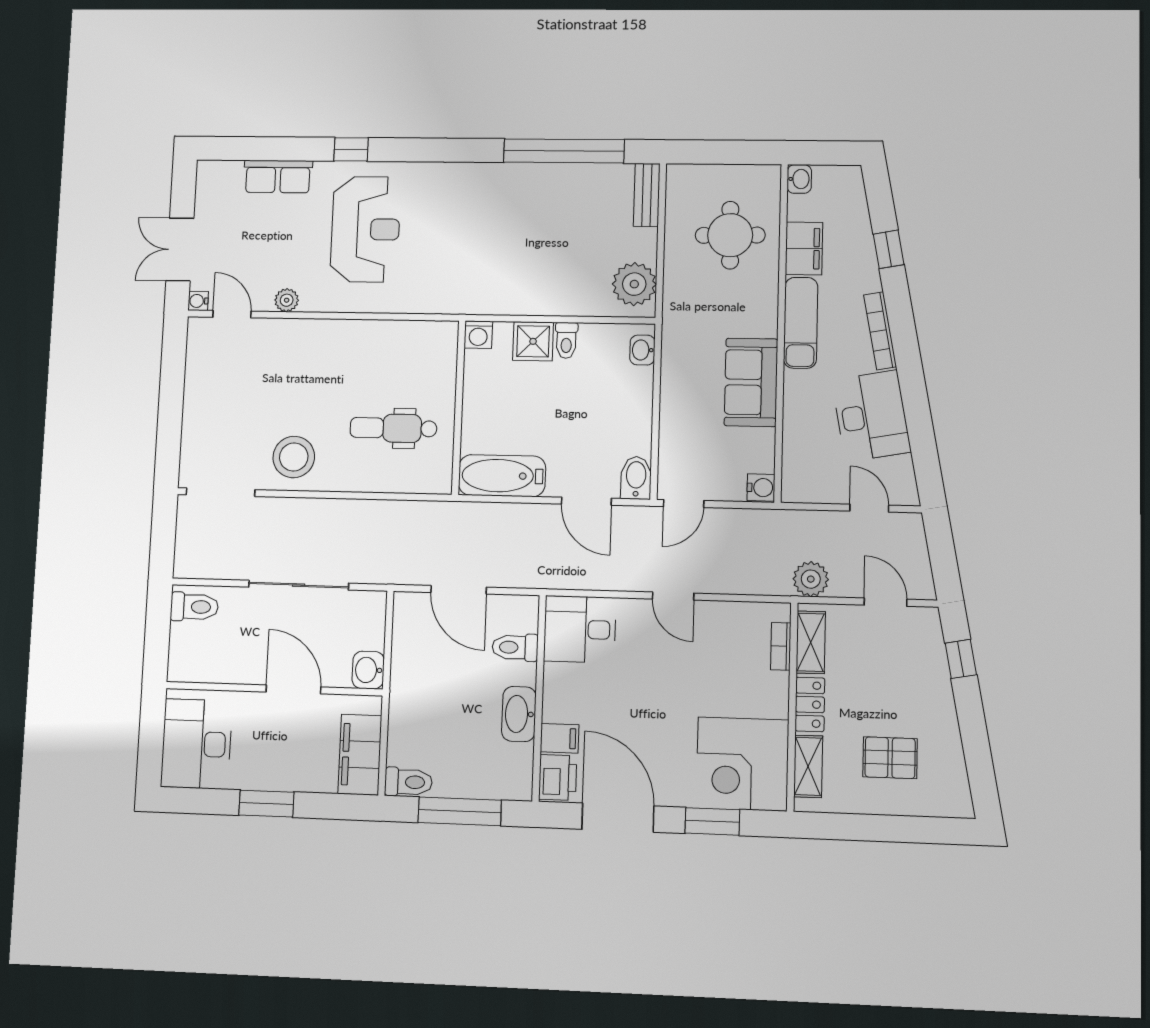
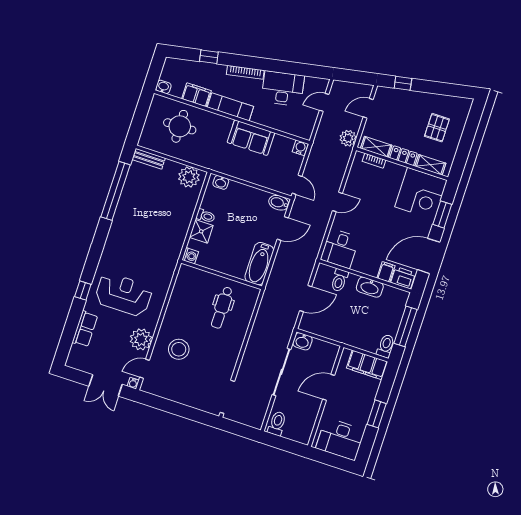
plant: (287, 300) -> (141, 339), width x1.87, depth x1.87
stool: (294, 457) -> (179, 349), moved
washbasin: (368, 670) -> (302, 341), moved

